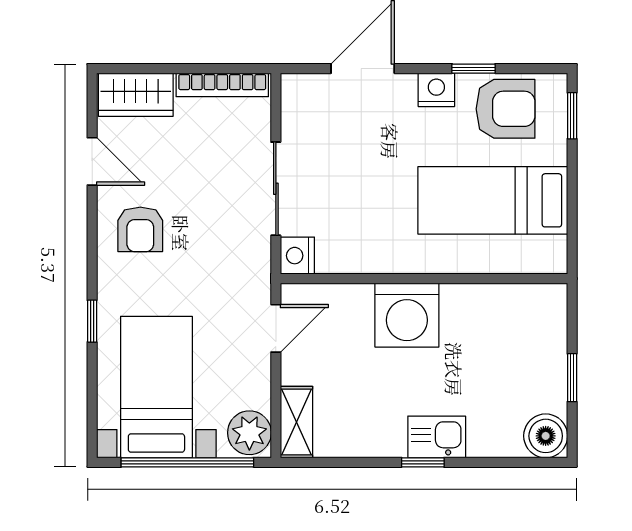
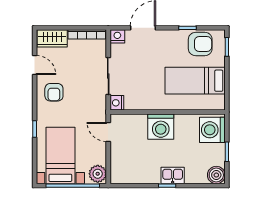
nightstand: (436, 90) -> (117, 36), moved
washing machine: (536, 323) -> (212, 130), added
door: (276, 328) -> (108, 132), swing flipped
shelving: (296, 422) -> (116, 169), removed

